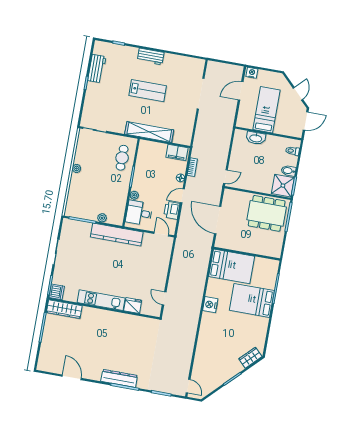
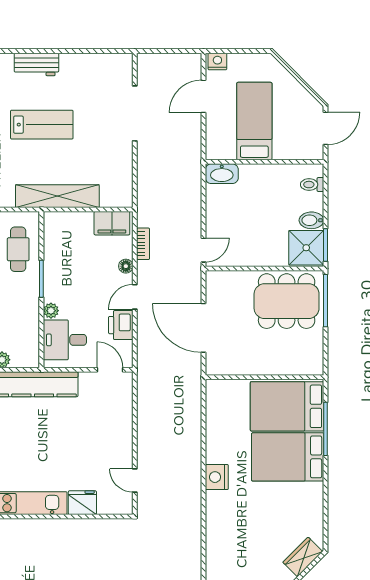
door: (298, 94) -> (304, 84), removed
washbasin: (256, 138) -> (222, 174), moved
bed: (232, 266) -> (287, 406), moved, turned 180

